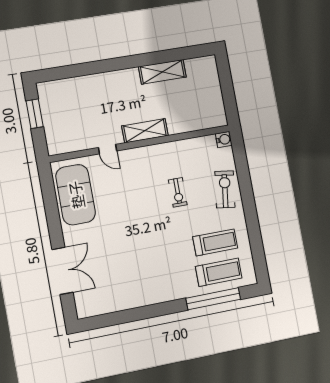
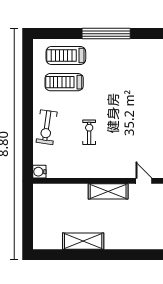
window: (213, 299) -> (106, 34), moved

